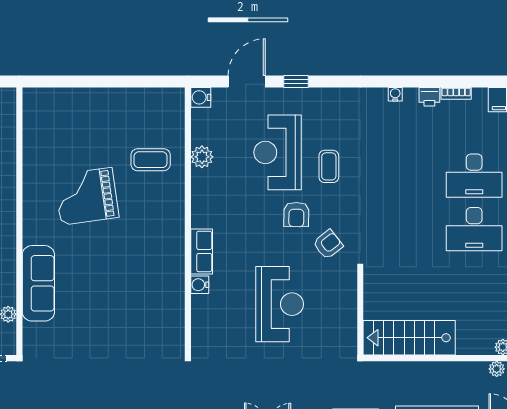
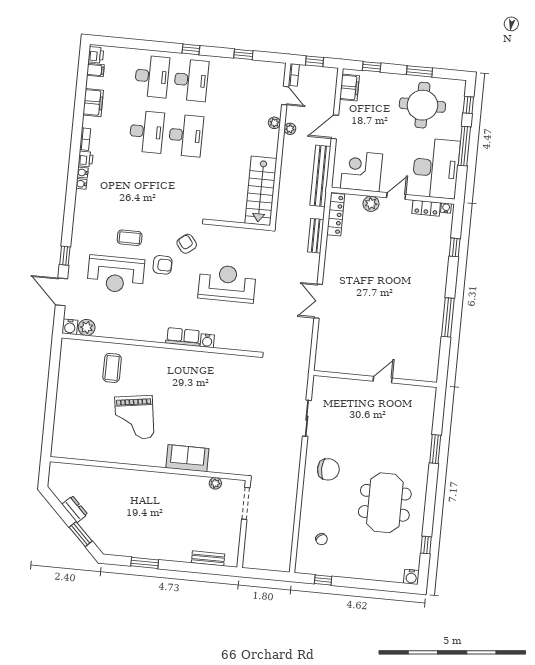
water cooler: (411, 94) -> (83, 173), added
plant: (202, 157) -> (87, 327), moved
sofa: (38, 283) -> (187, 458), width x0.73

